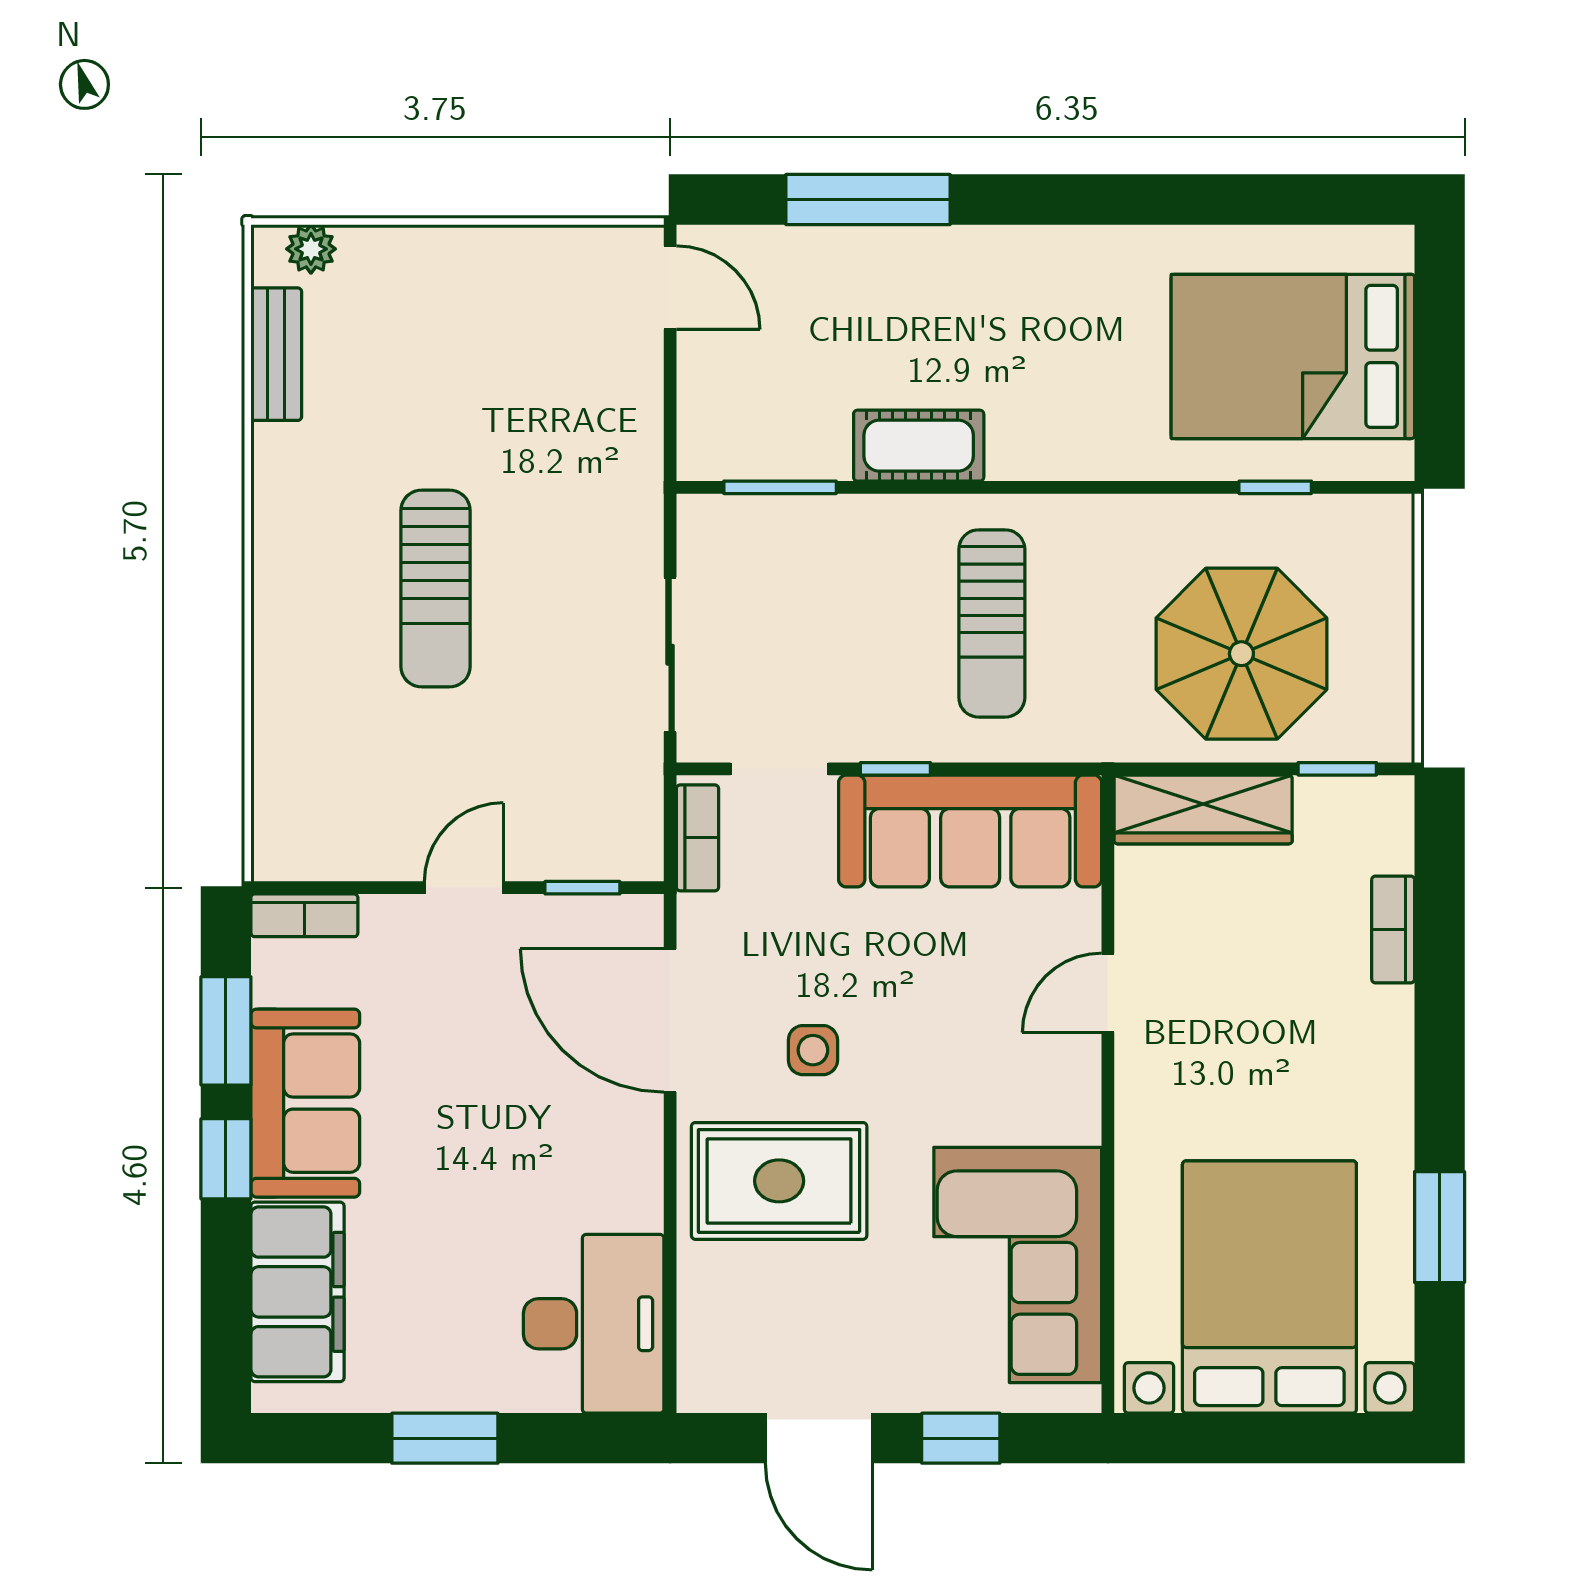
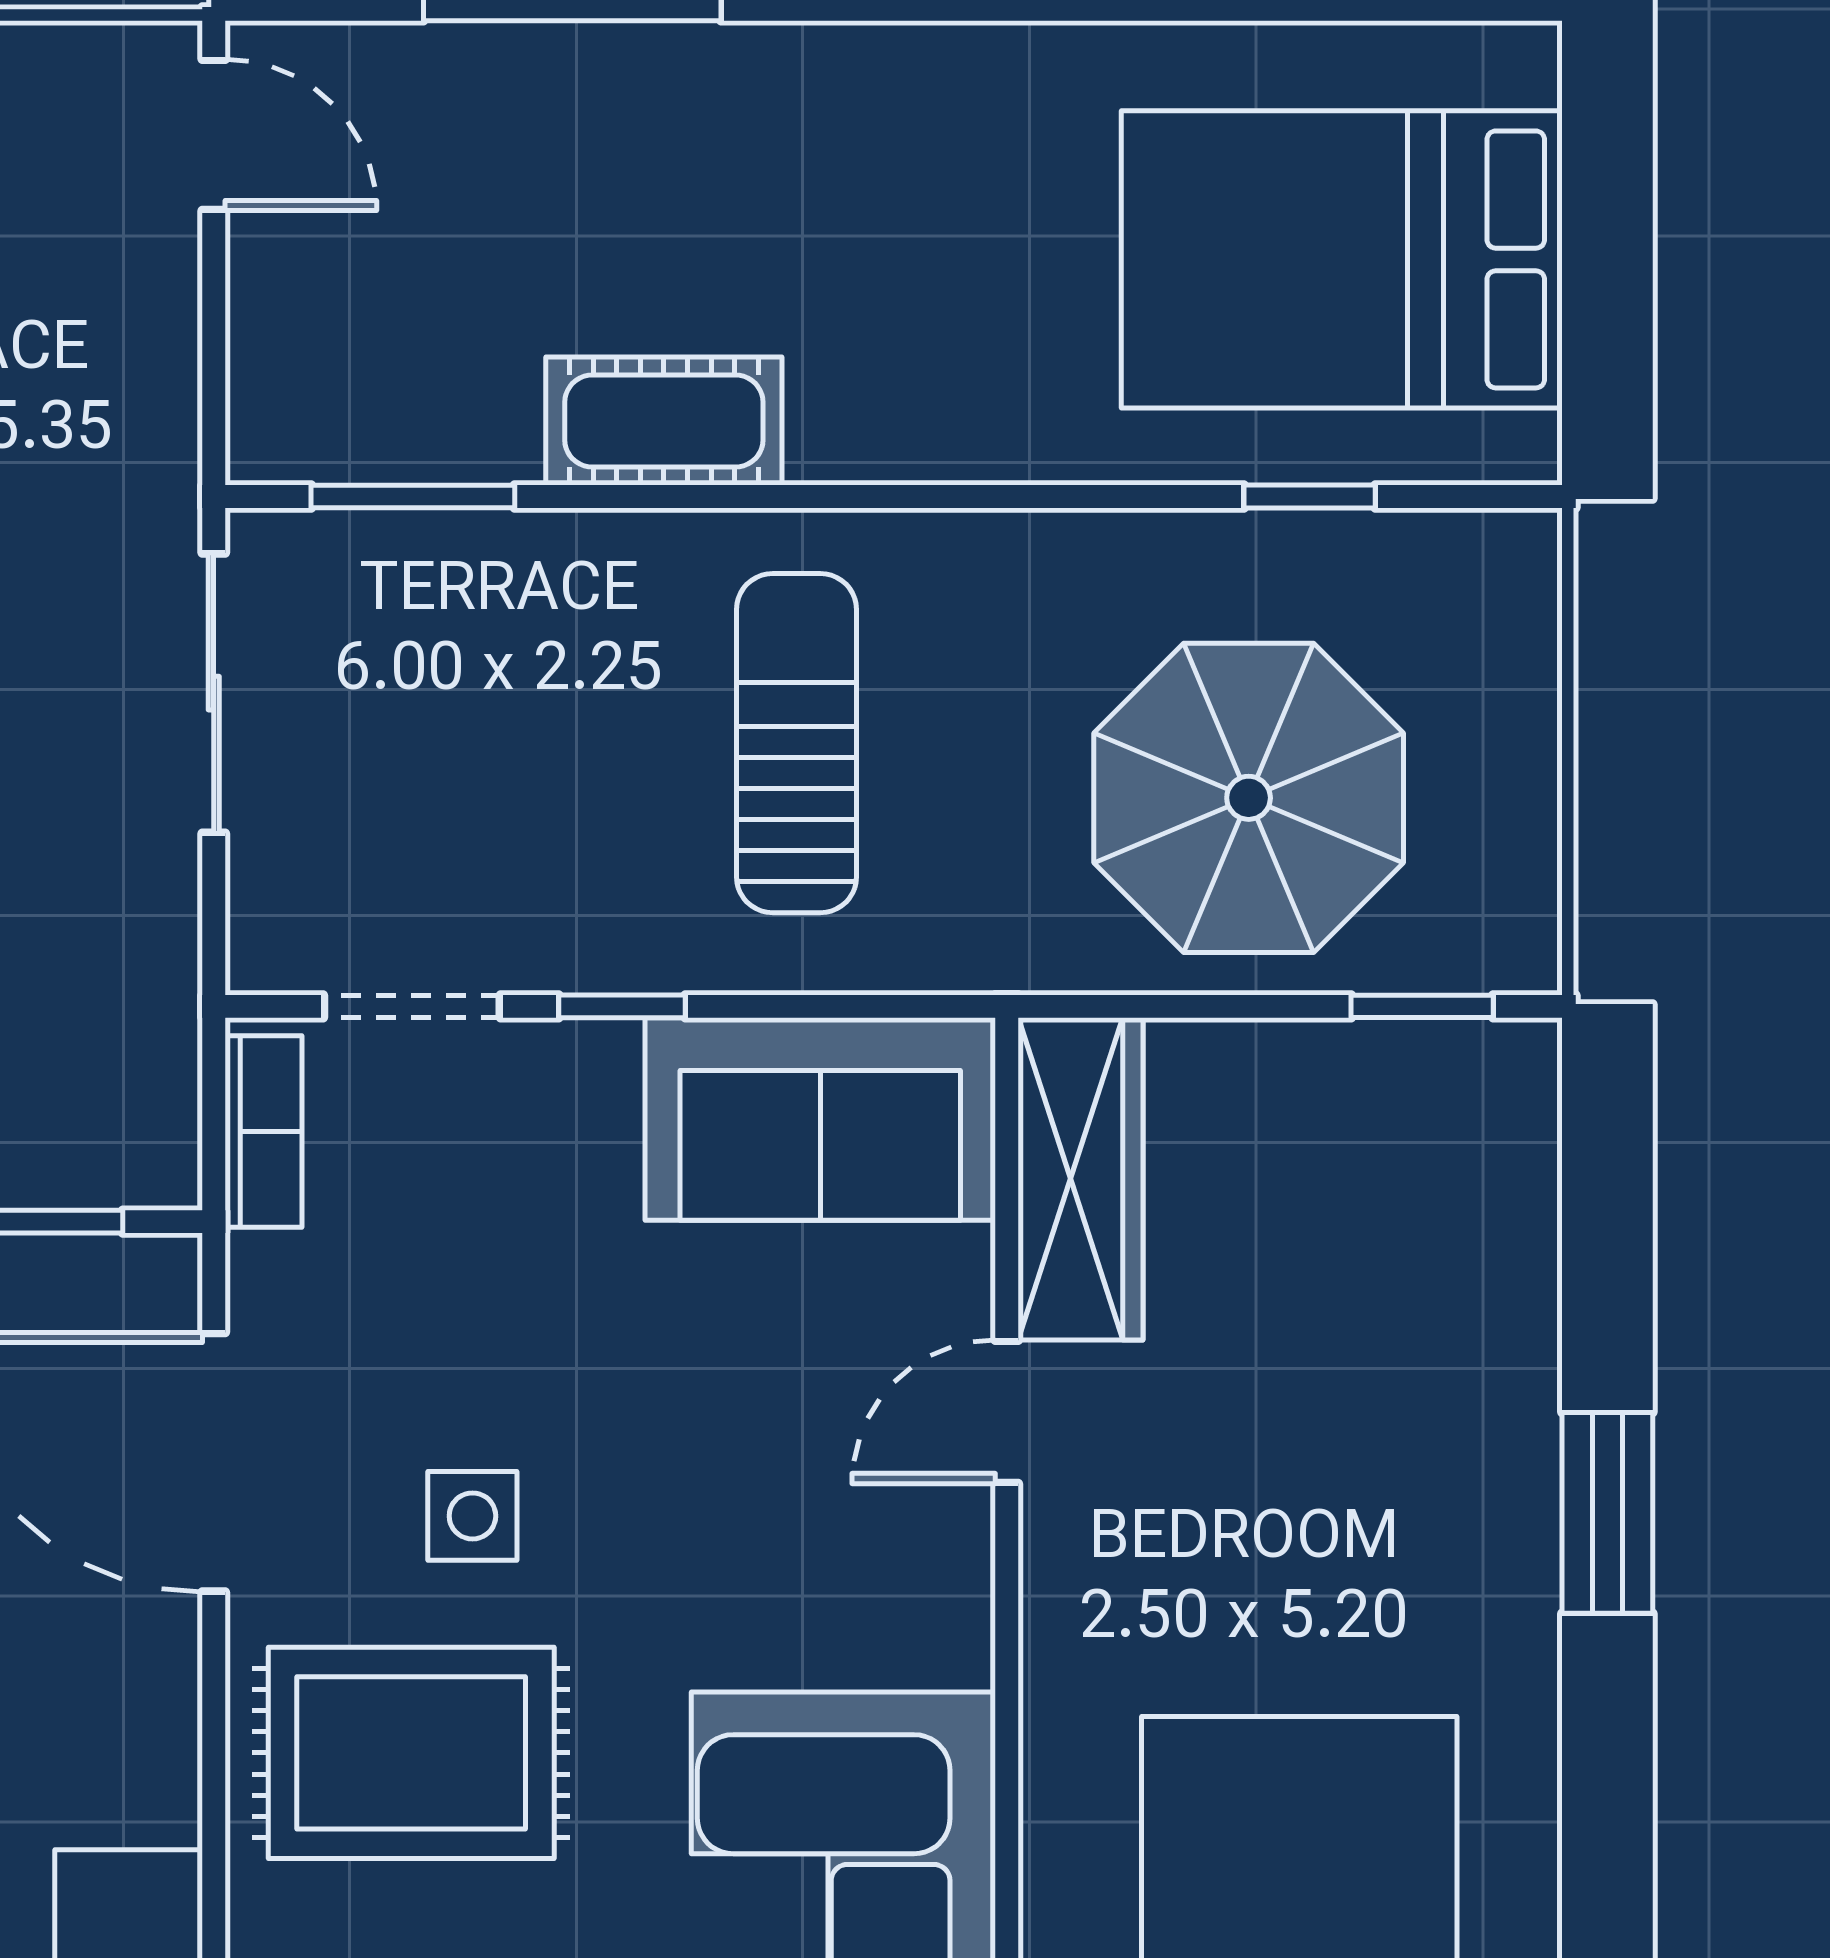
sun lounger: (992, 623) -> (797, 743), turned 180
sliding door: (670, 655) -> (214, 693), moved
wardrobe: (1203, 809) -> (1080, 1179), moved, turned -90
sofa: (970, 831) -> (820, 1119), width x0.73
bookcase: (1393, 929) -> (1523, 1297), removed
window: (1440, 1227) -> (1607, 1513), moved

